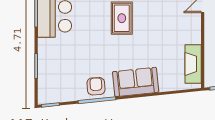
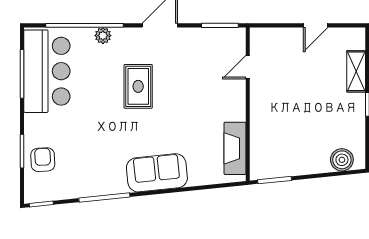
armchair: (96, 86) -> (43, 160), moved

